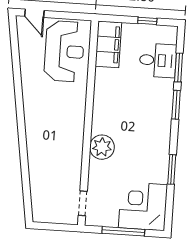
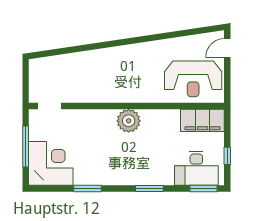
desk: (158, 60) -> (196, 168), width x1.37
window: (179, 68) -> (204, 189), moved
plant: (102, 147) -> (129, 121), moved

